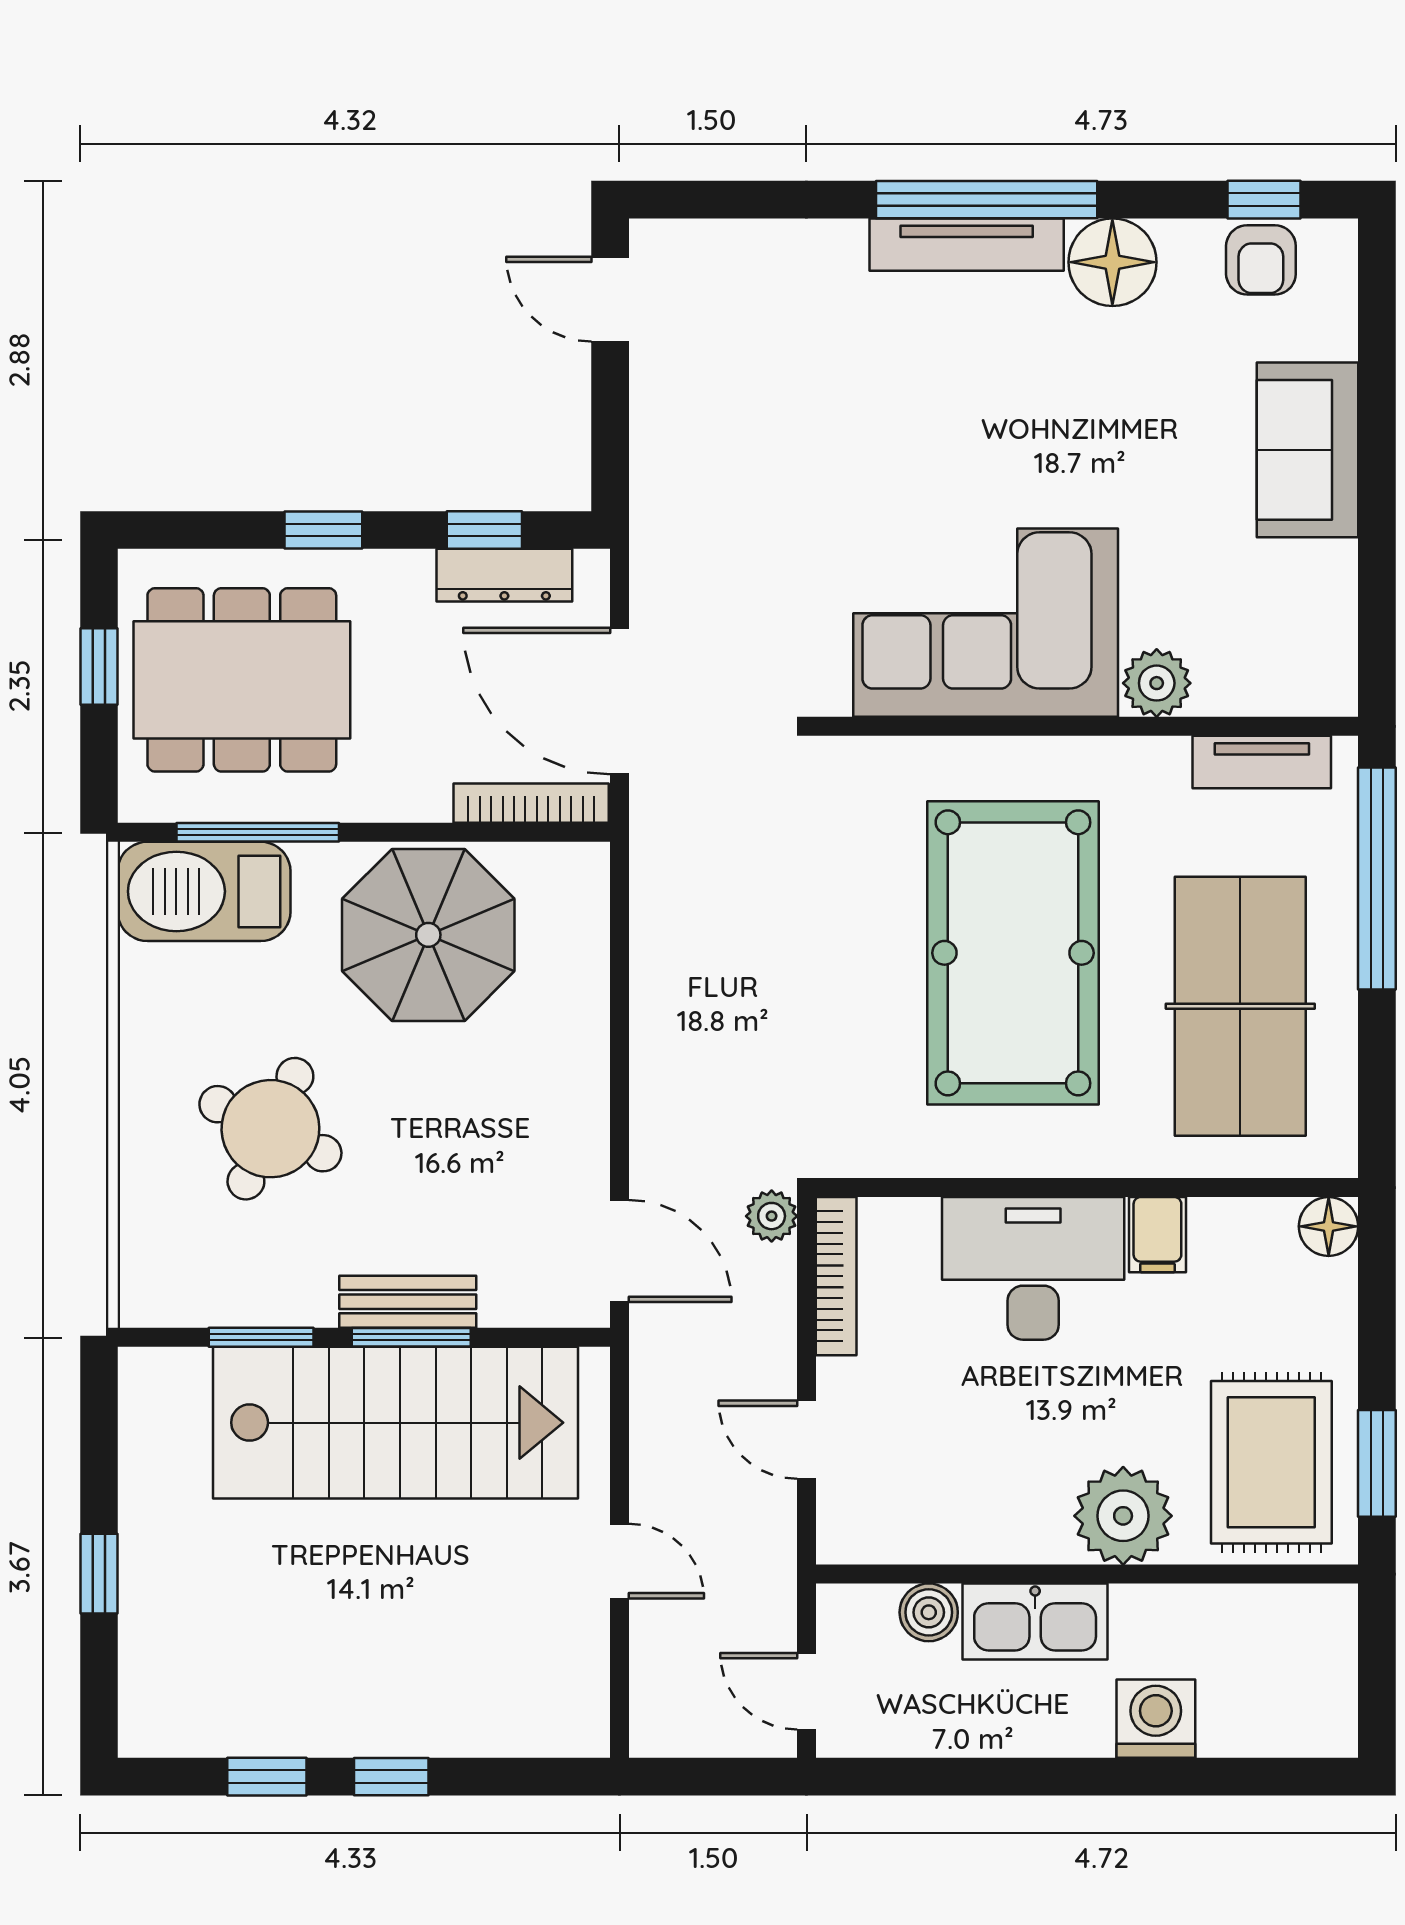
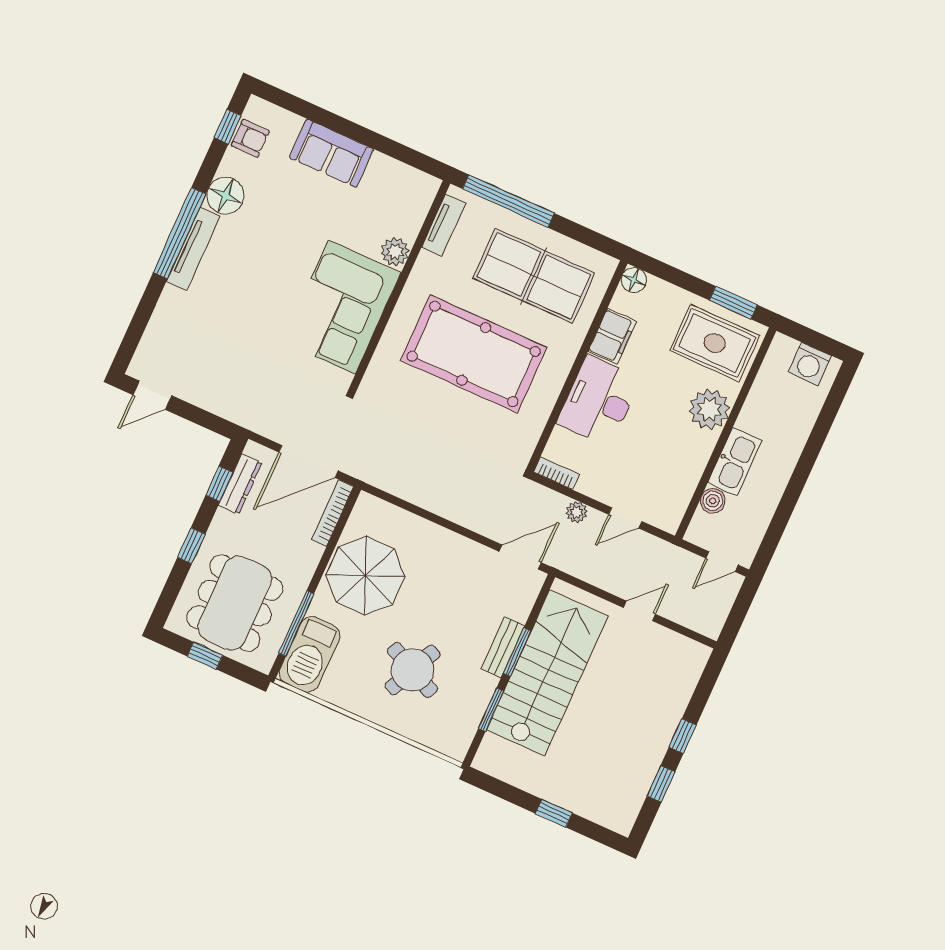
plant: (772, 1216) -> (577, 512), moved
filing cabinet: (1157, 1235) -> (612, 336), width x2.00
bookcase: (836, 1276) -> (556, 473), width x0.64
washing machine: (1156, 1719) -> (810, 364), moved, turned -90

